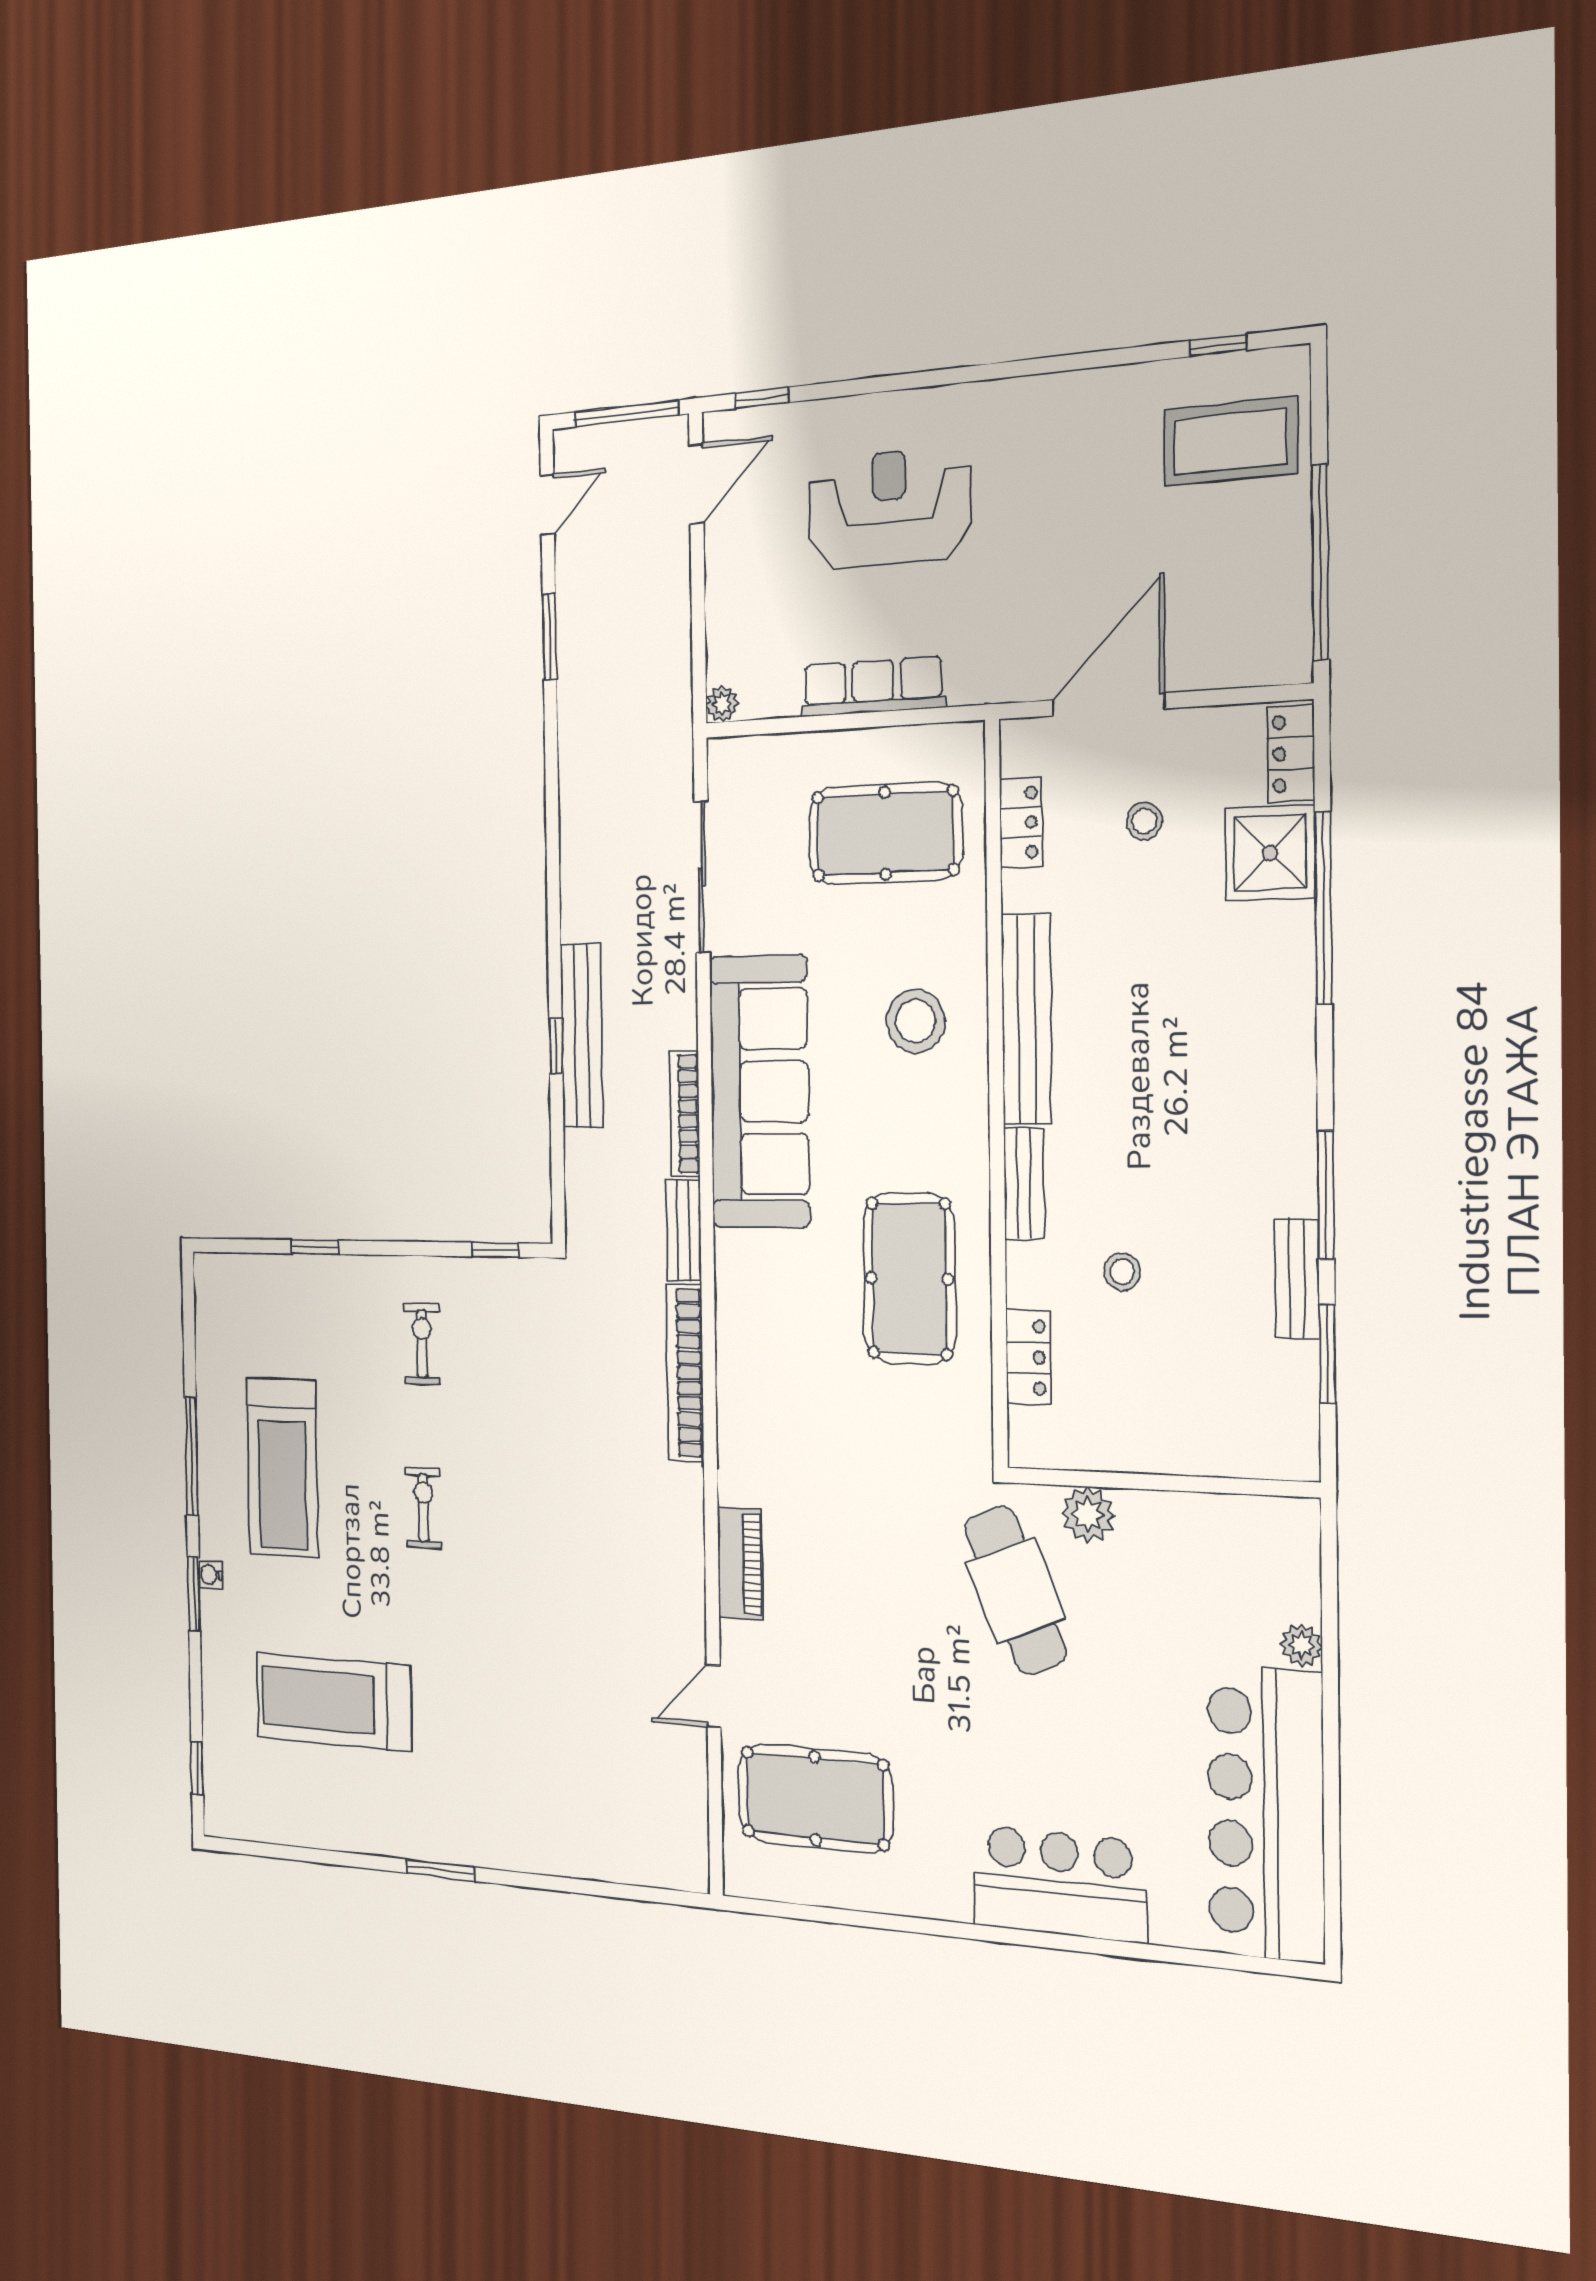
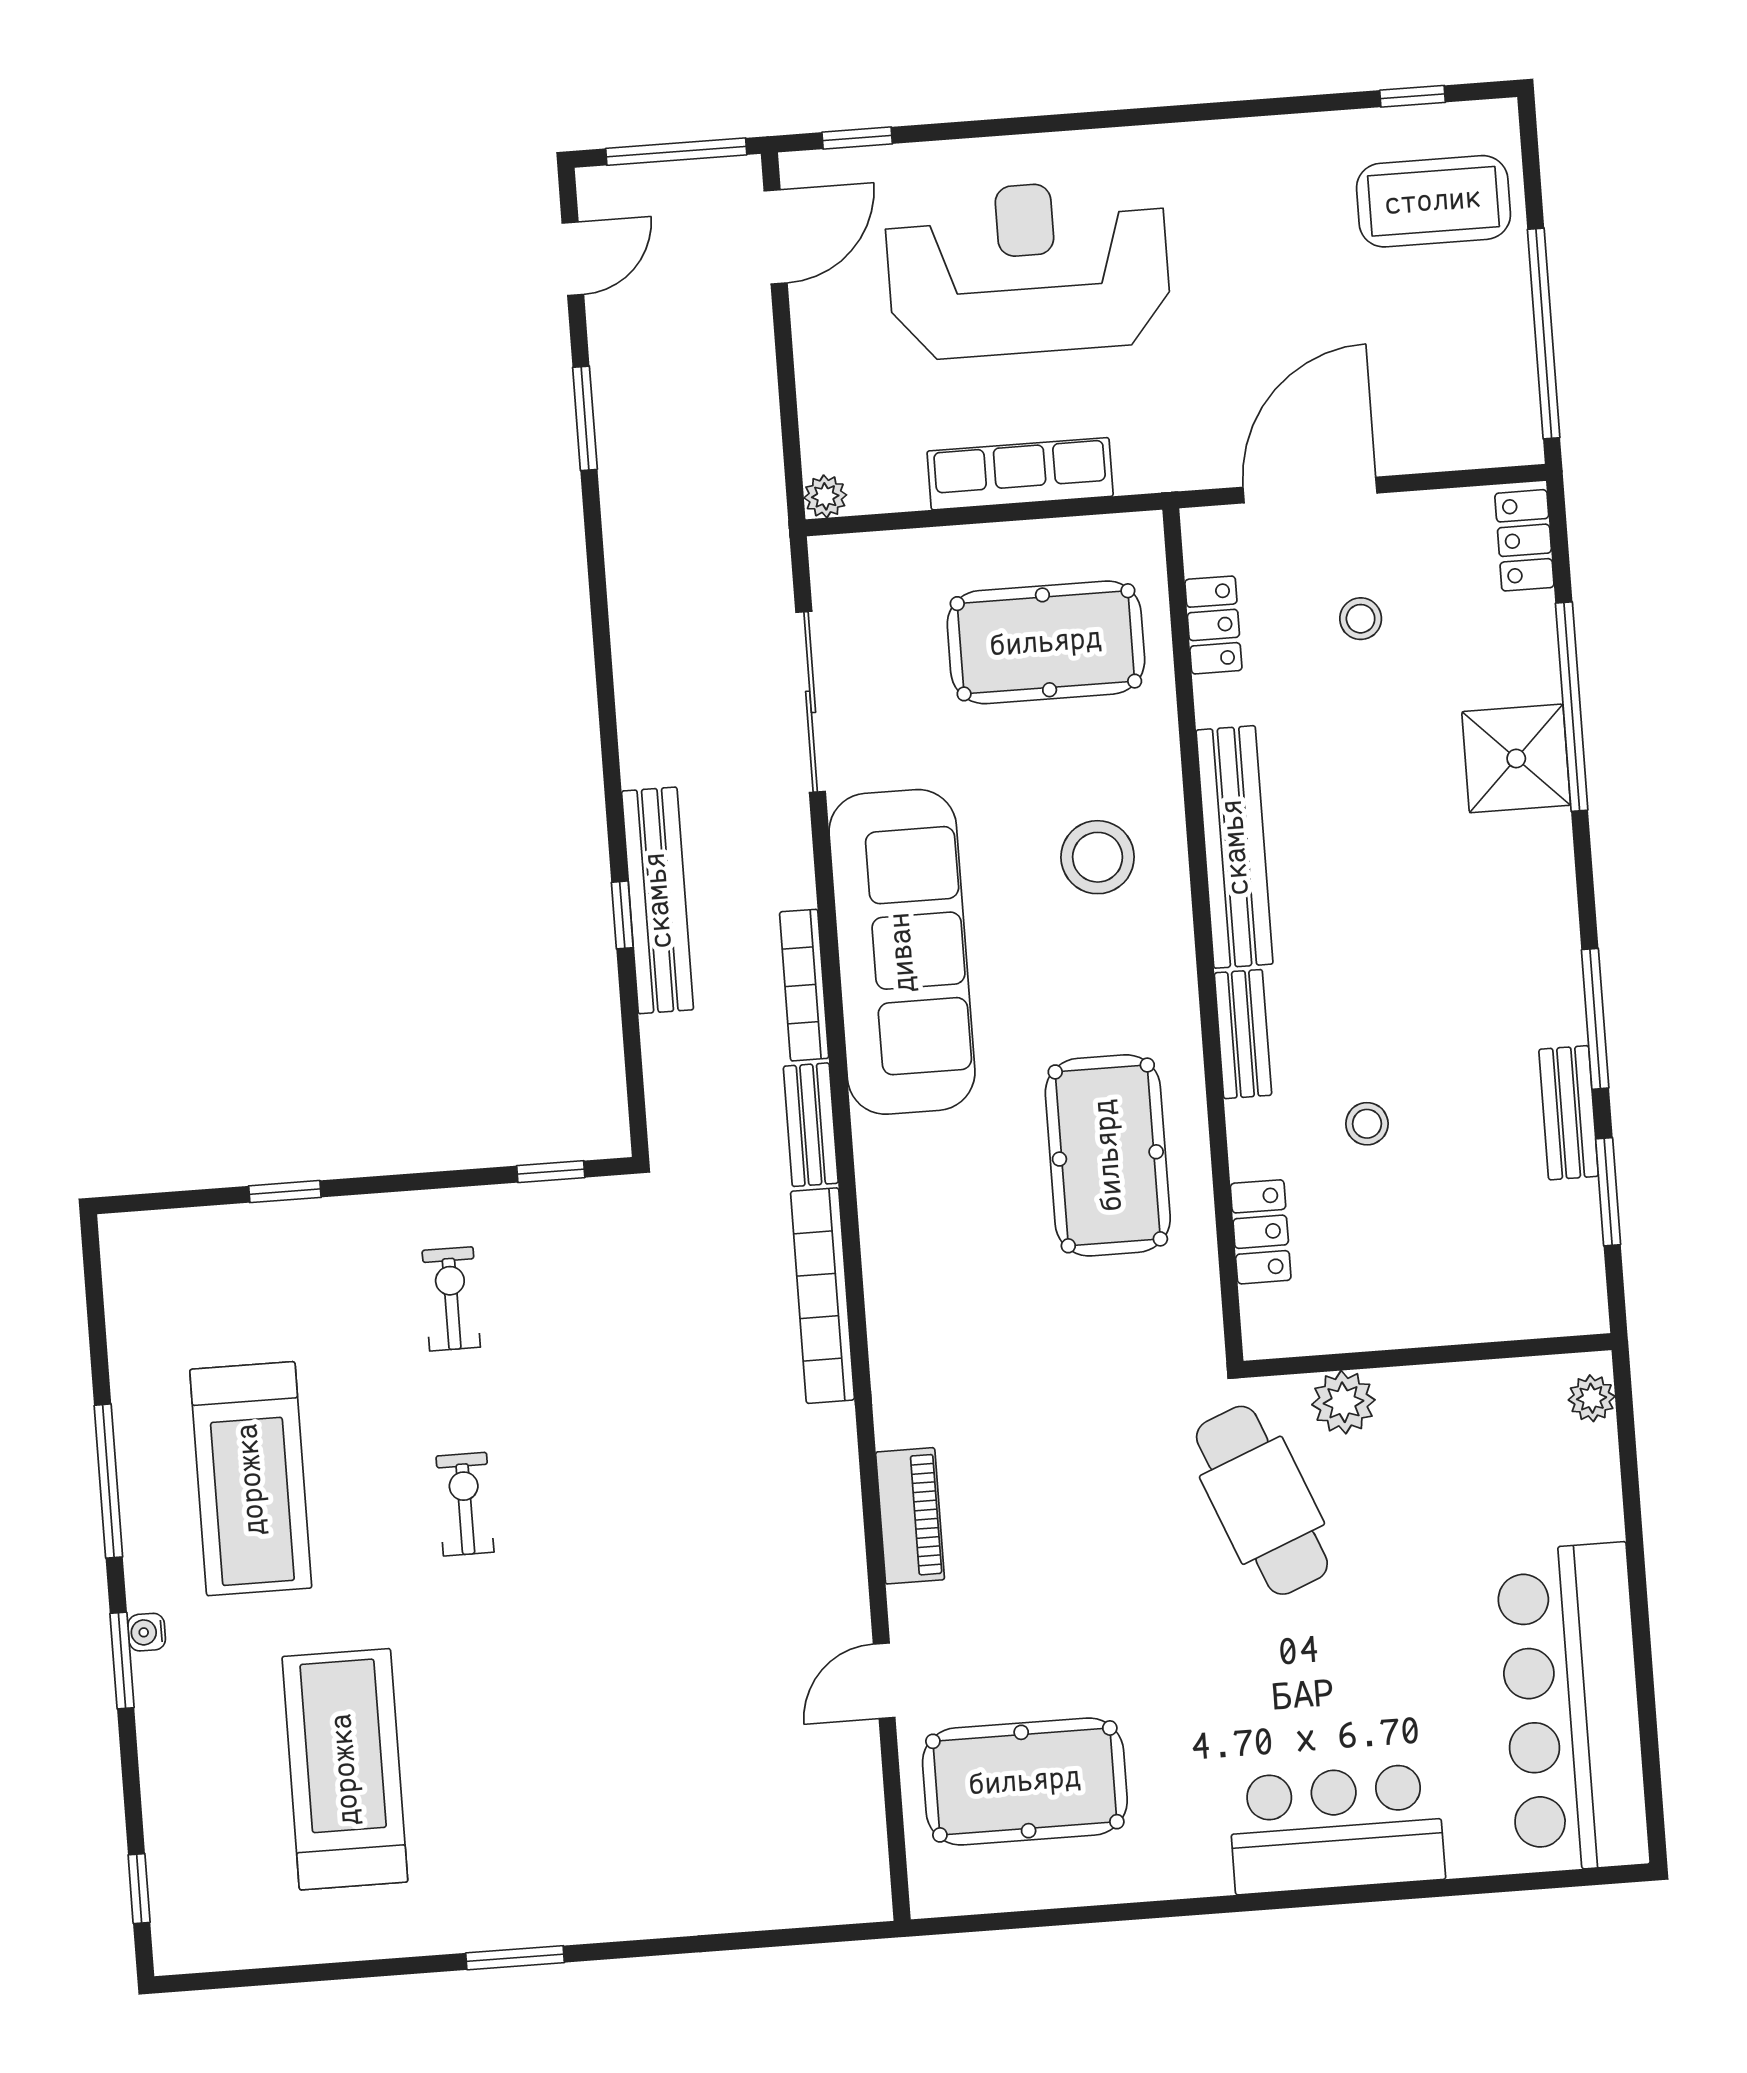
reception desk: (889, 508) -> (1028, 269), width x1.36, depth x1.30
shower: (1270, 853) -> (1516, 758), moved
plant: (1302, 1645) -> (1592, 1398), moved
treadmill: (334, 1702) -> (345, 1769), turned 90

